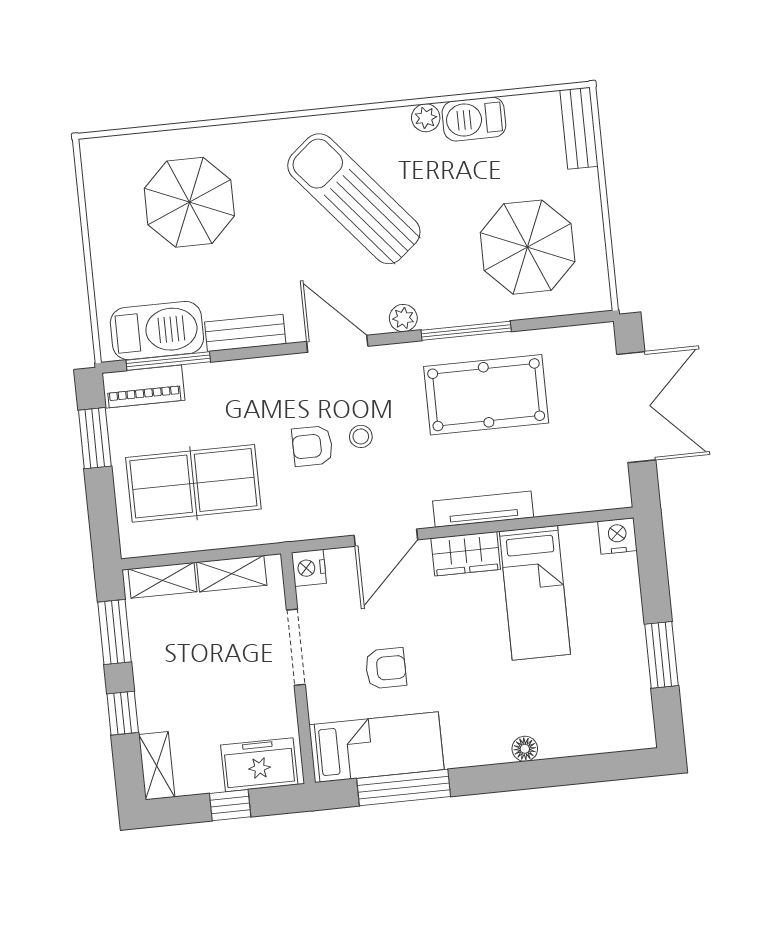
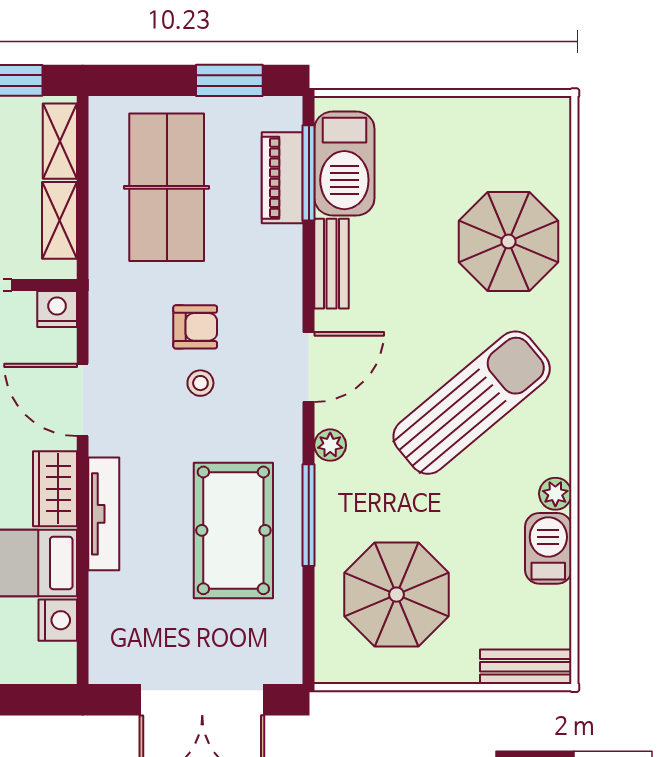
parasol: (189, 202) -> (509, 241), moved
piano: (143, 387) -> (282, 178), moved
armchair: (312, 446) -> (195, 327), turned 90
nightstand: (617, 536) -> (58, 620), moved

